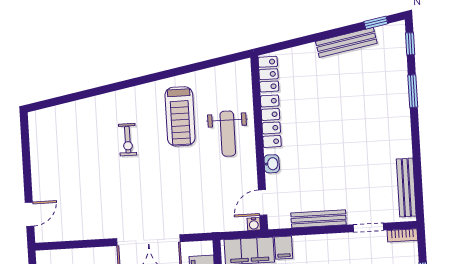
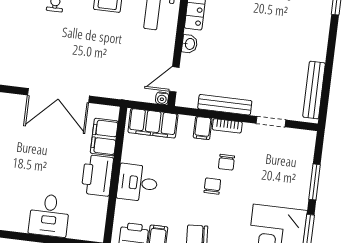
bookcase: (402, 235) -> (227, 126), moved
filing cabinet: (284, 248) -> (203, 128), moved

